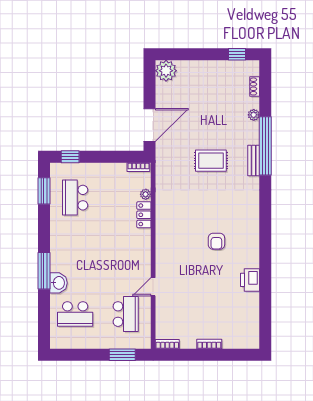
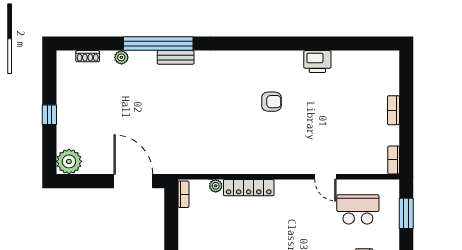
window: (237, 54) -> (49, 115), moved
rug: (211, 161) -> (176, 108), removed
locker: (144, 215) -> (249, 188), width x1.53

